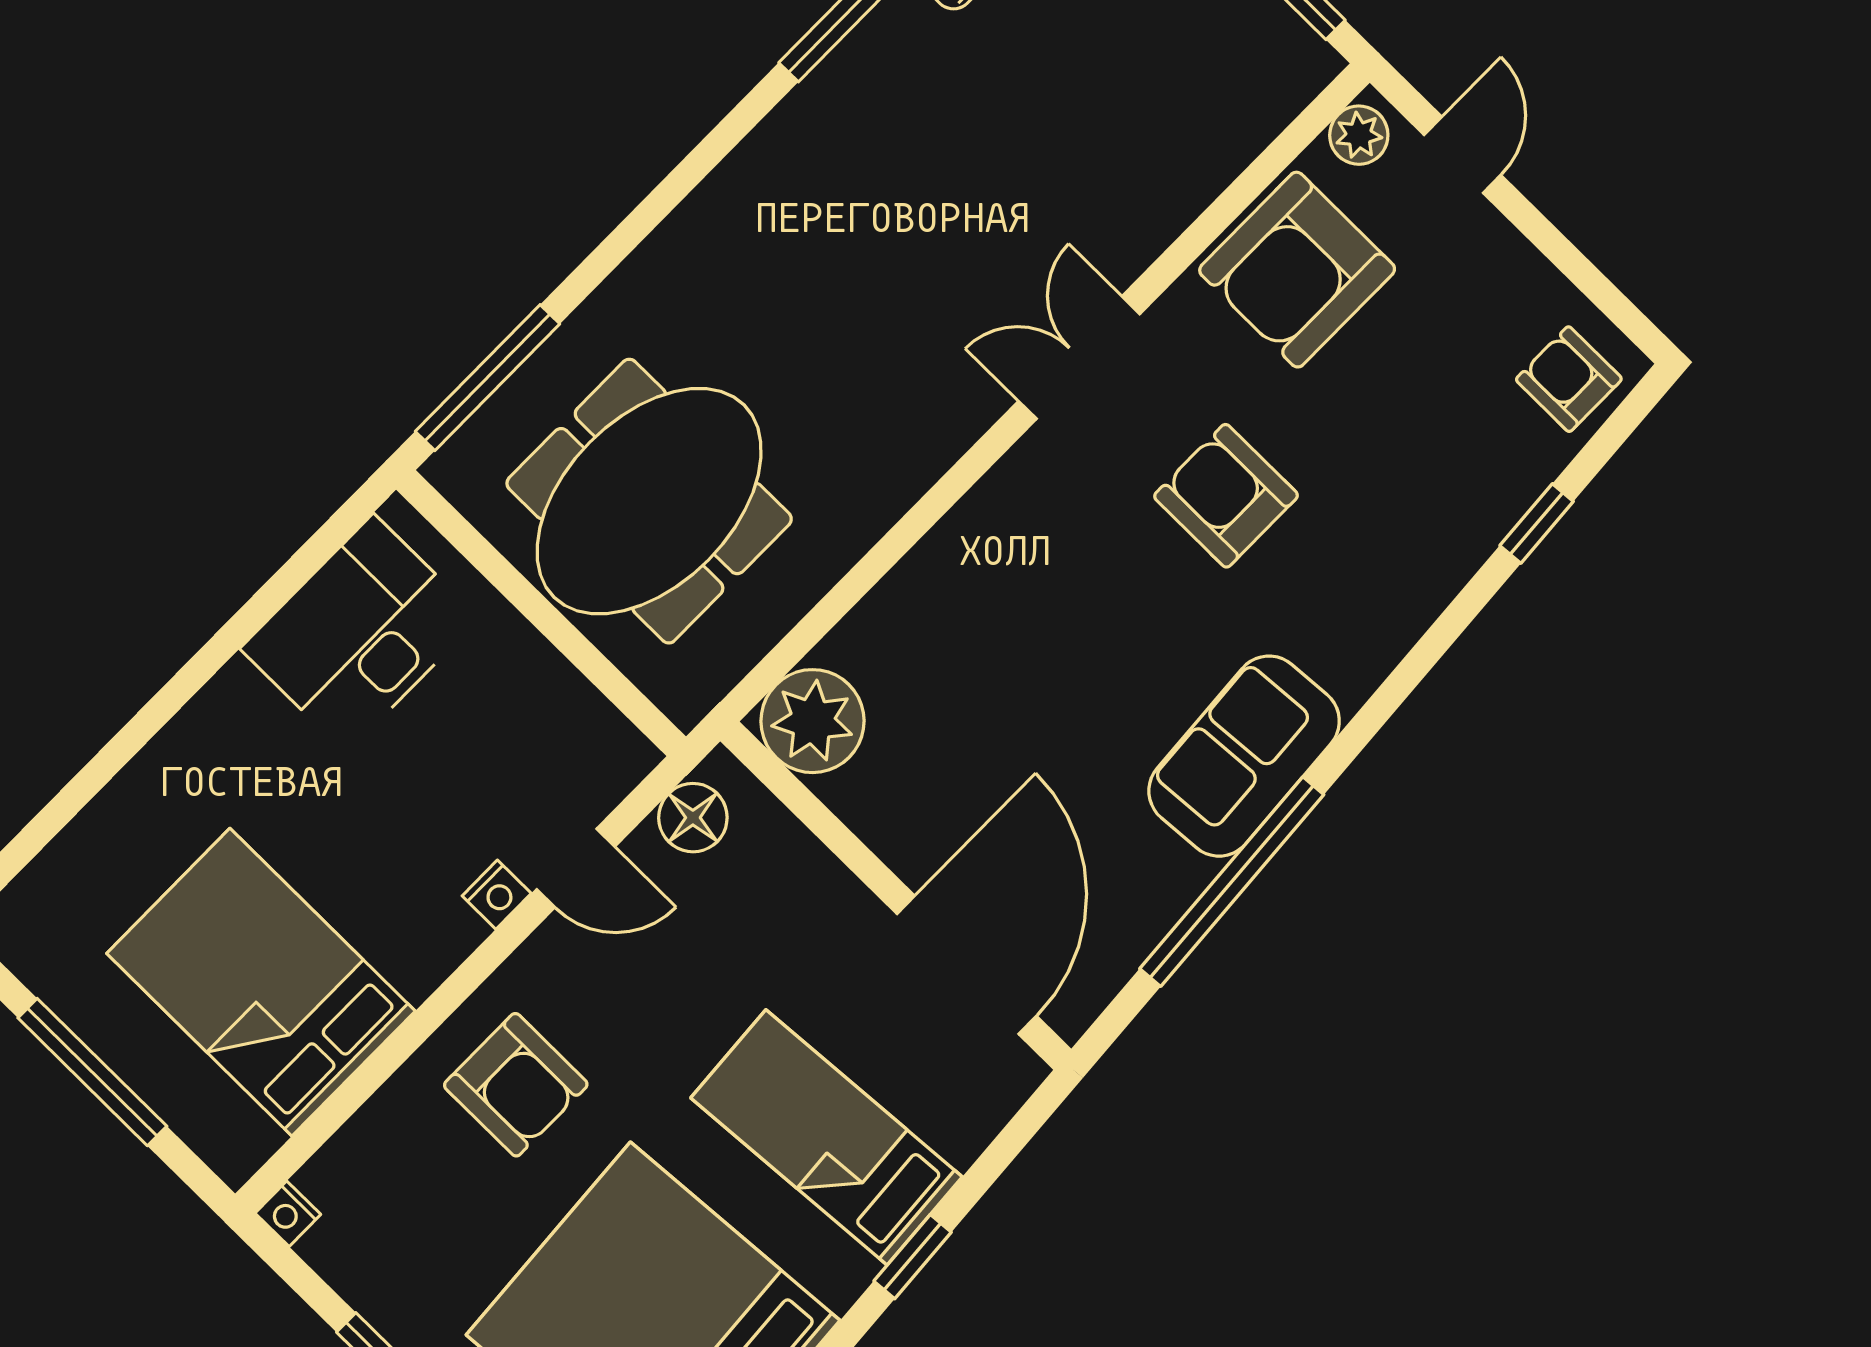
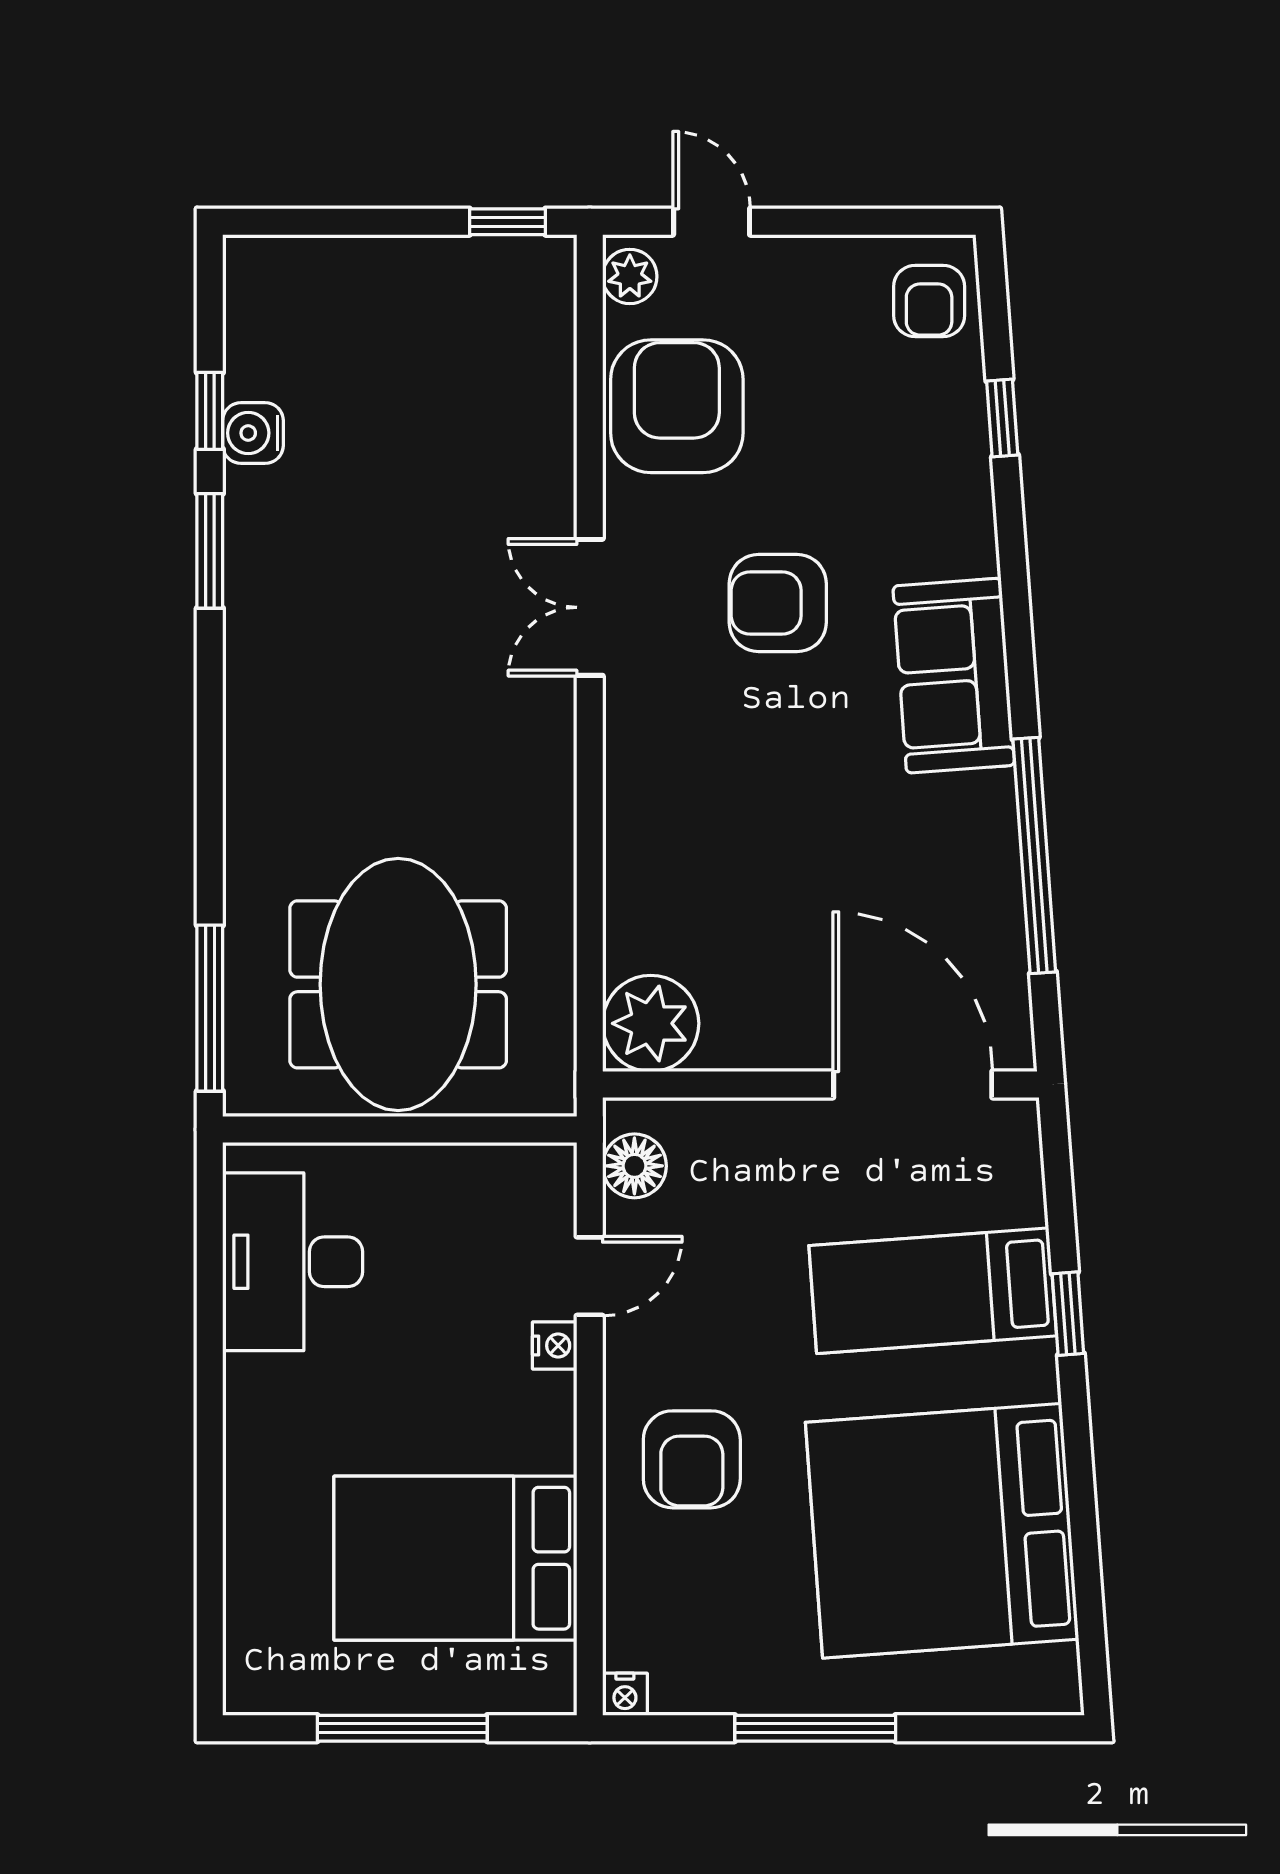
armchair: (1297, 270) -> (677, 406), turned 180
armchair: (1569, 379) -> (929, 301), turned -90
sofa: (1244, 756) -> (954, 676), moved
armchair: (516, 1085) -> (692, 1459), turned 90

